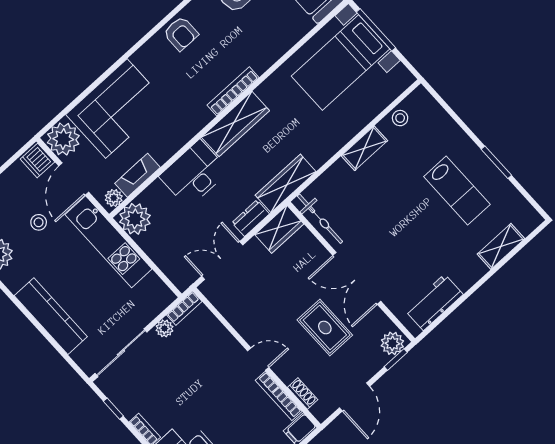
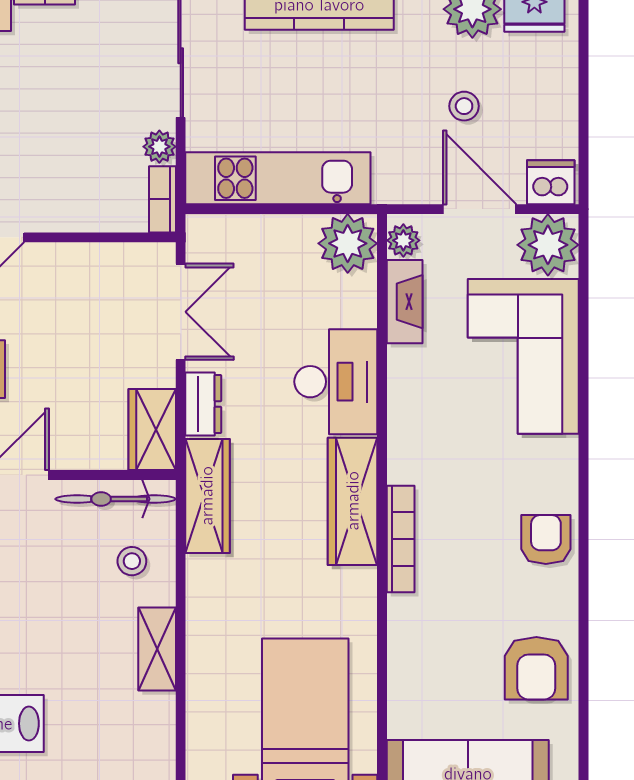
armchair: (181, 34) -> (546, 540), turned 90
stool: (400, 118) -> (132, 561), moved
kitchen unit: (109, 242) -> (278, 178), moved

